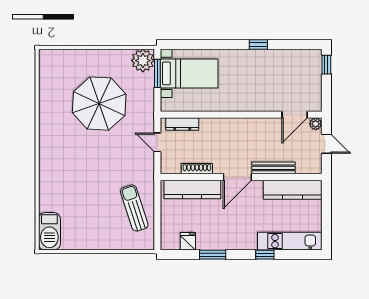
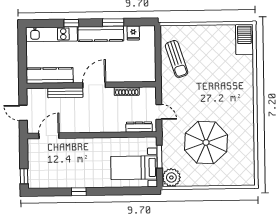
window: (157, 73) -> (159, 157), moved
plant: (316, 124) -> (32, 129), removed
kitchen counter: (192, 189) -> (101, 34), moved, turned 180

